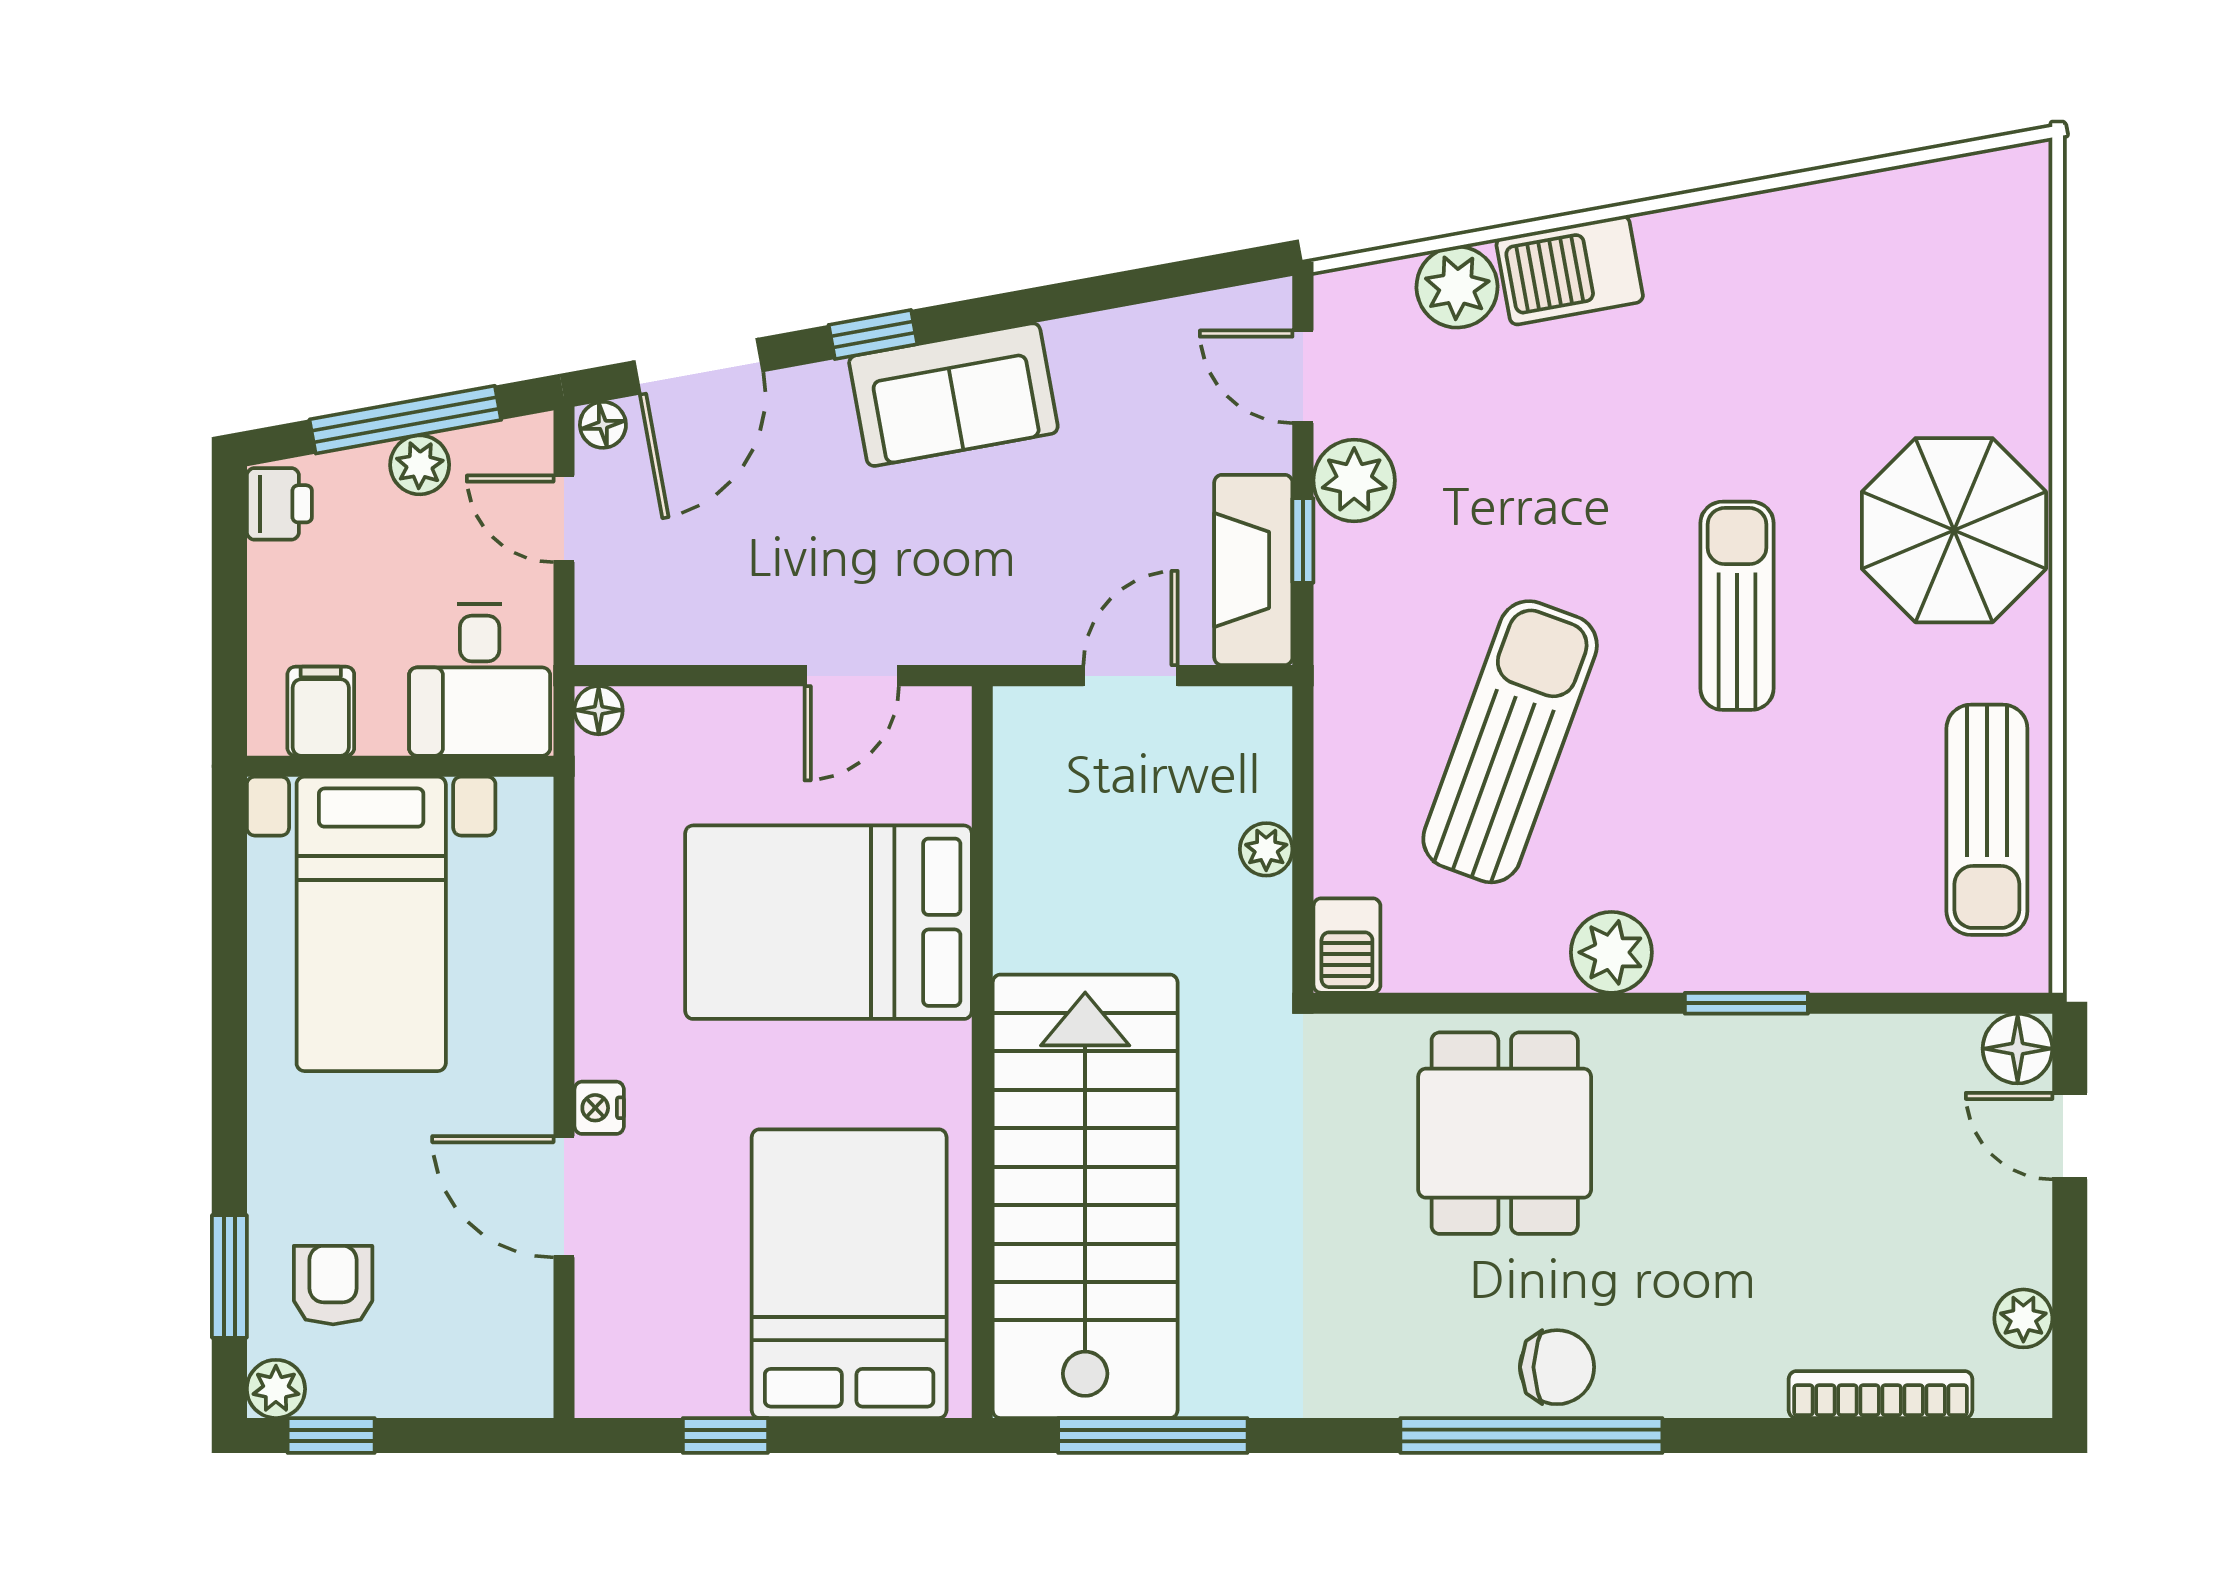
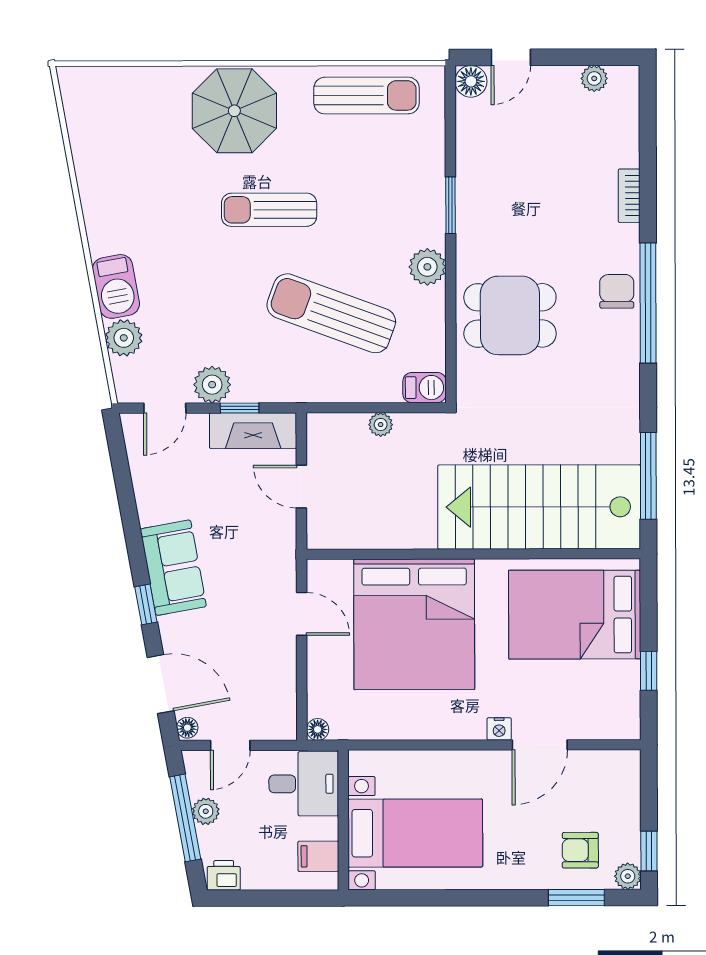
bed: (828, 922) -> (414, 624), width x1.36
bookcase: (1881, 1395) -> (629, 196), moved, width x0.64

